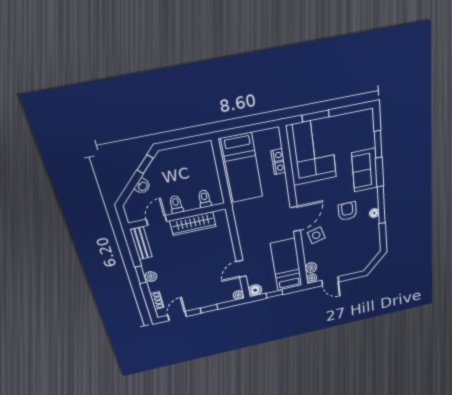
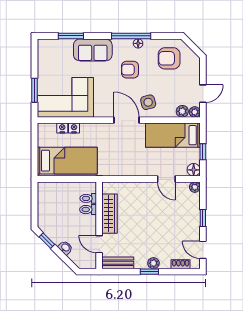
toilet: (176, 204) -> (88, 210), moved
armchair: (361, 245) -> (169, 58), added

